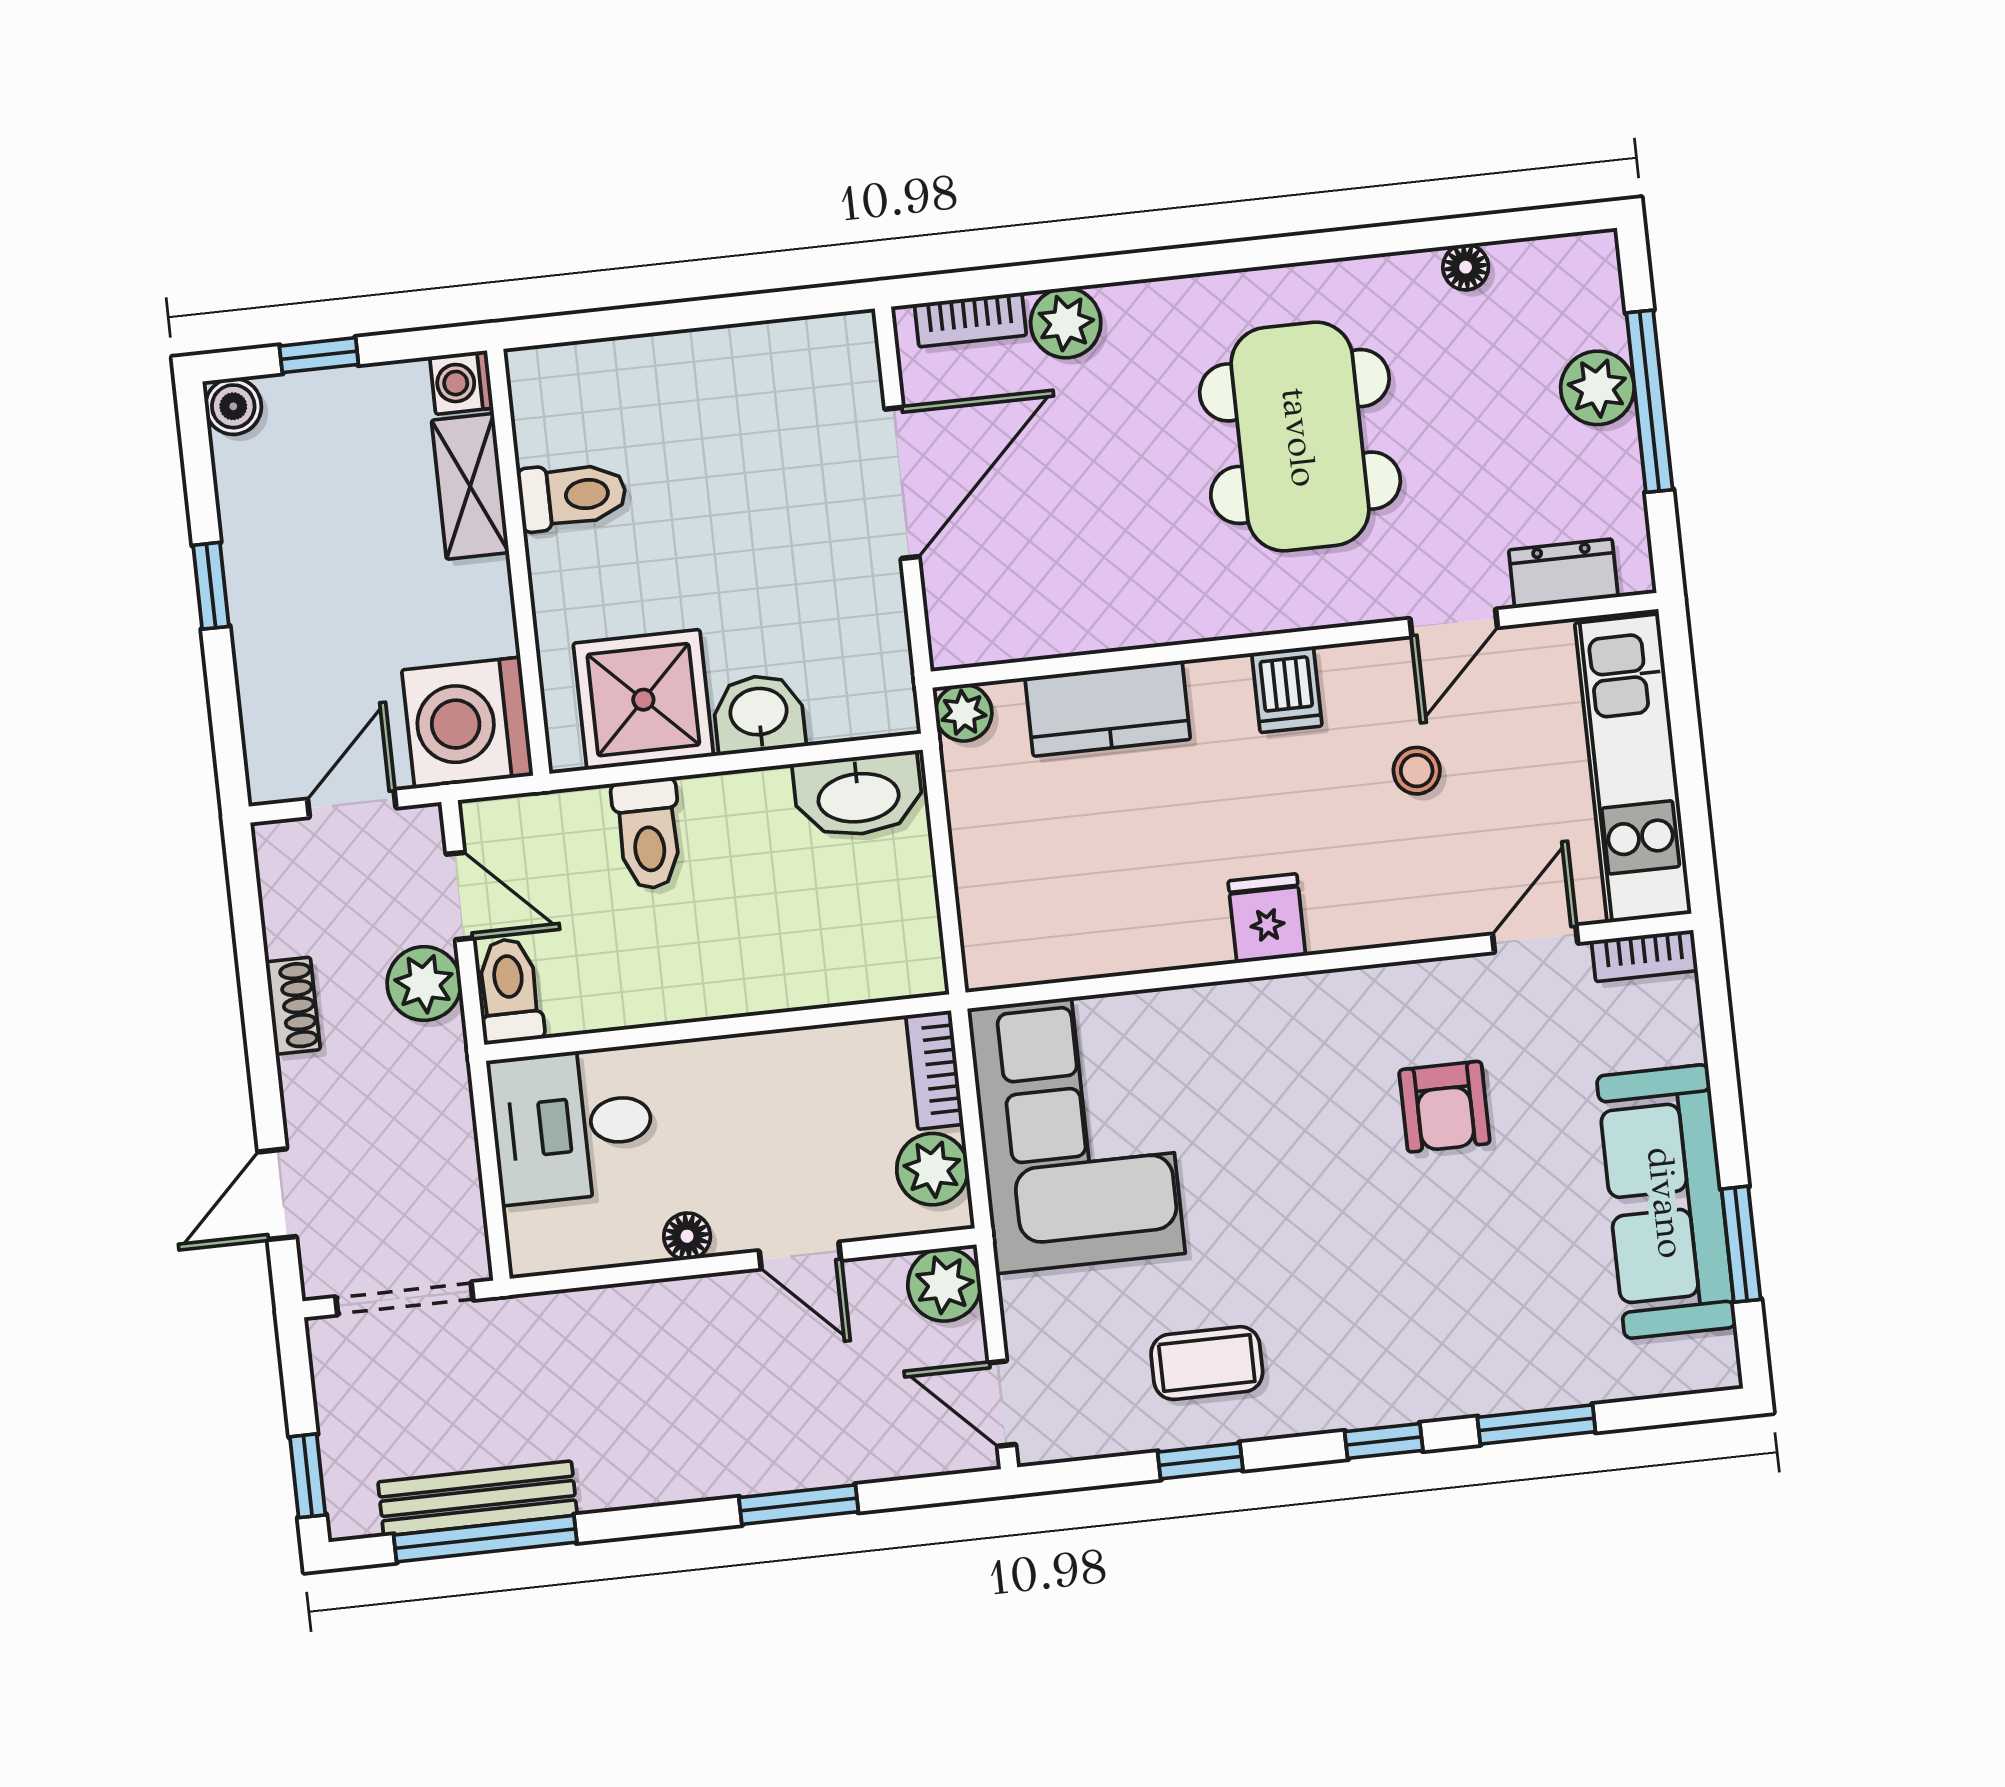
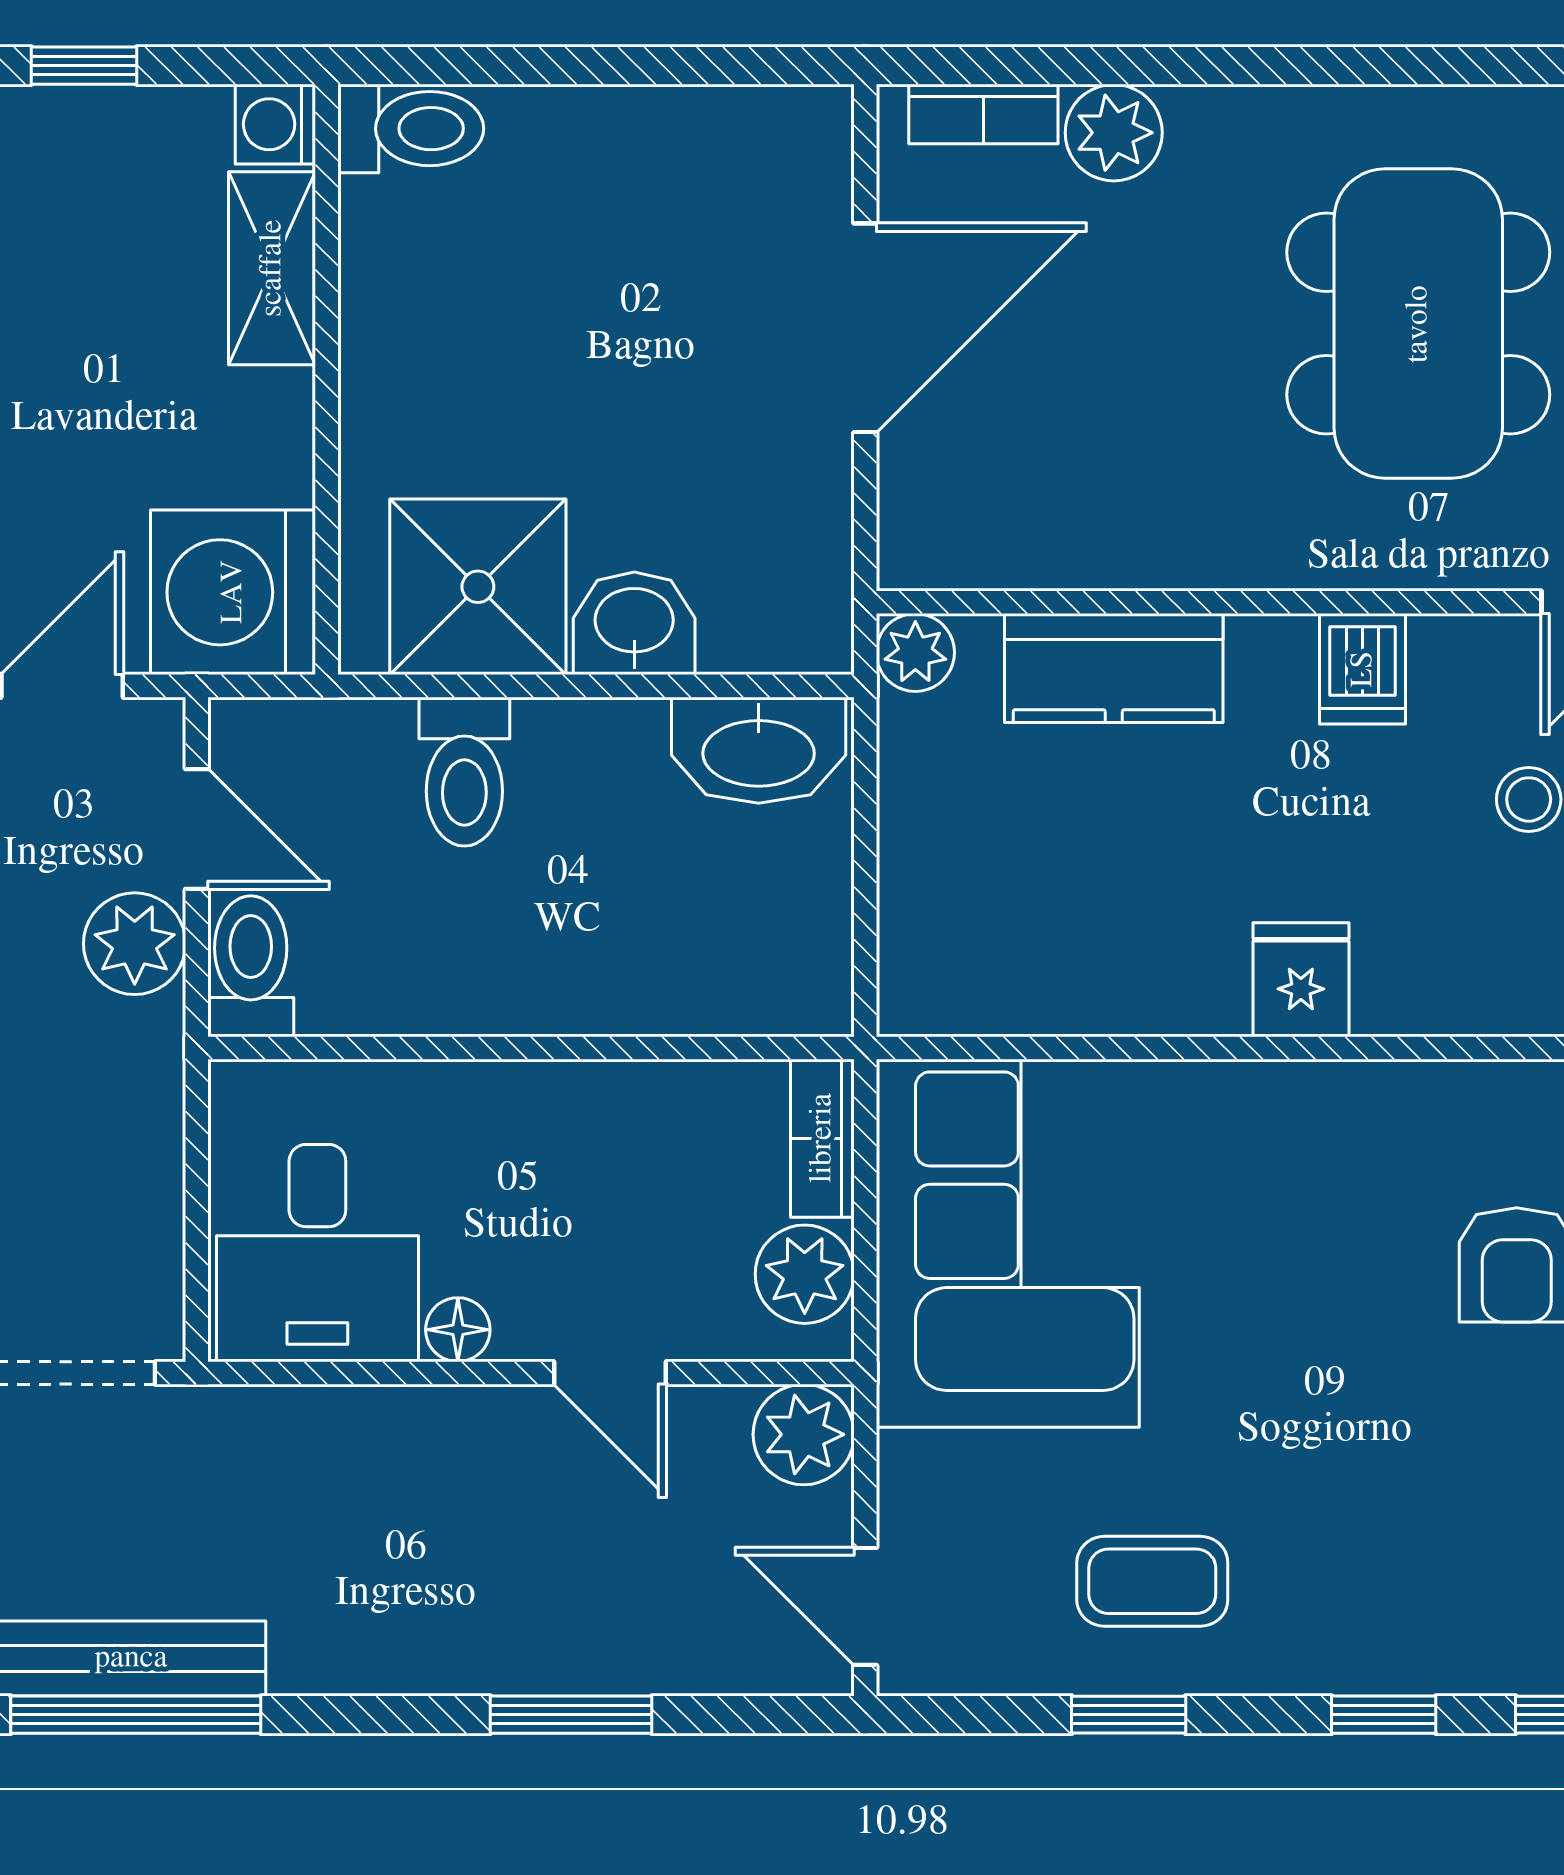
toilet: (572, 496) -> (411, 129), moved
desk: (572, 1125) -> (317, 1253), moved, turned -90

